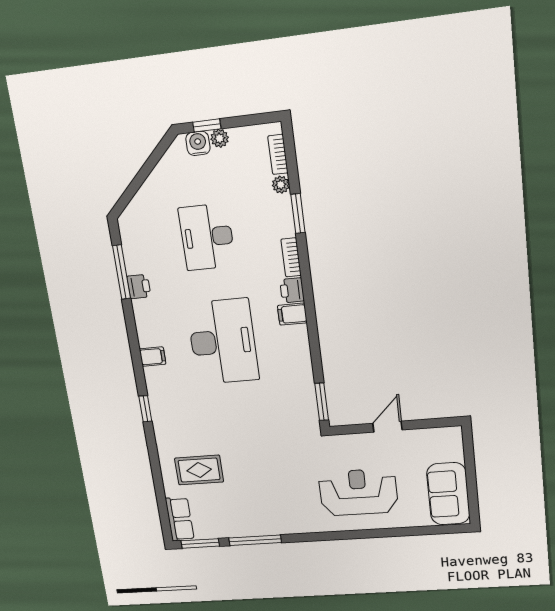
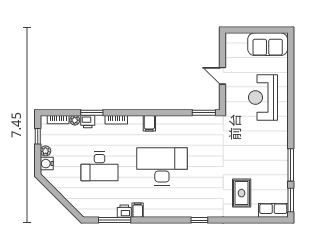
window: (207, 125) -> (38, 136), moved
printer: (292, 290) -> (88, 122), moved
filing cabinet: (153, 357) -> (138, 210), moved

